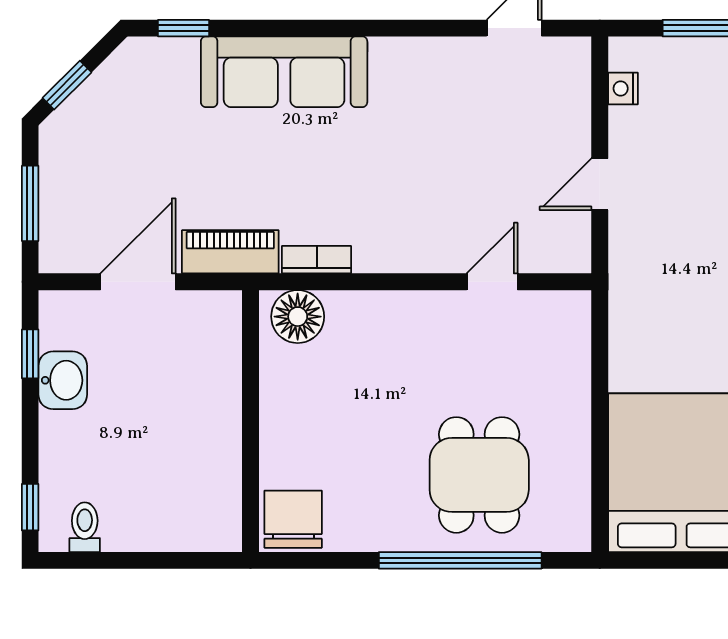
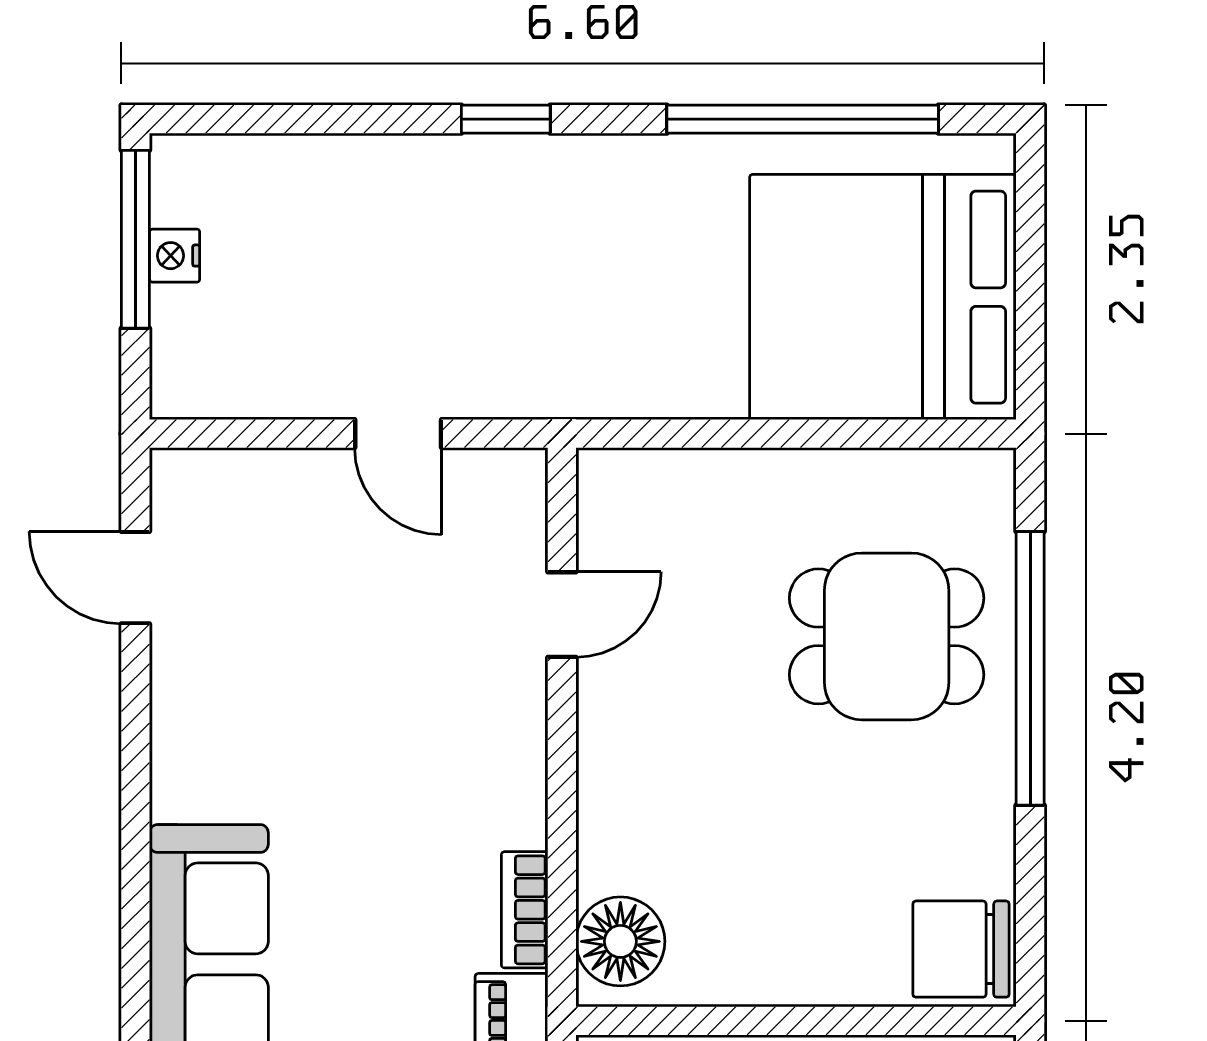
nightstand: (623, 88) -> (175, 256), moved, turned 90
door: (492, 282) -> (562, 615), swing flipped

